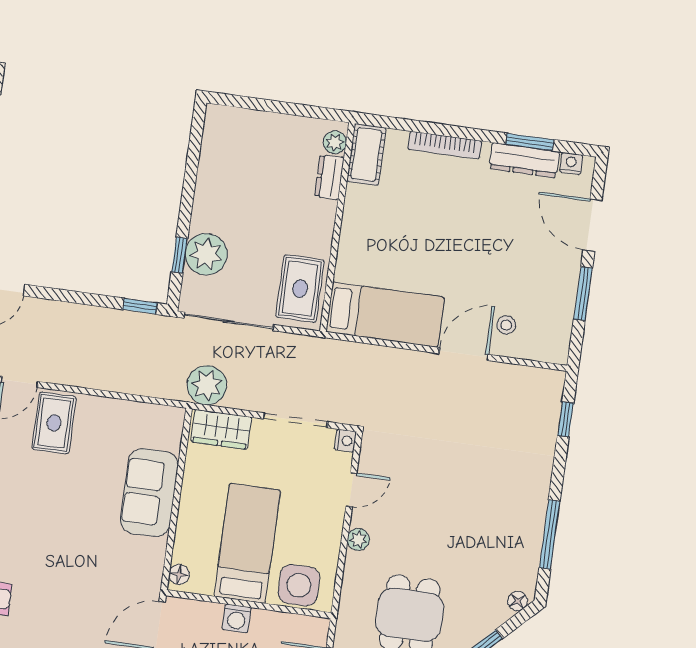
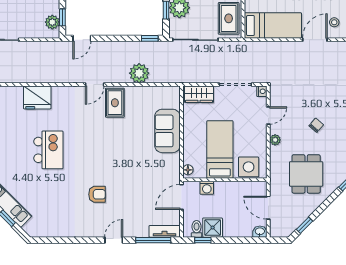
plant: (207, 385) -> (139, 73), moved
chair: (443, 522) -> (316, 125), added
washing machine: (237, 618) -> (207, 188), moved

